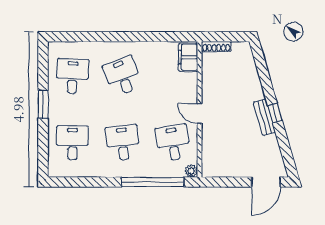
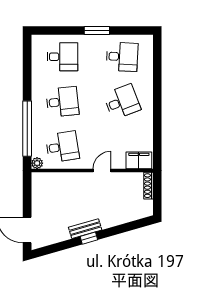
door: (200, 113) -> (102, 171), moved

